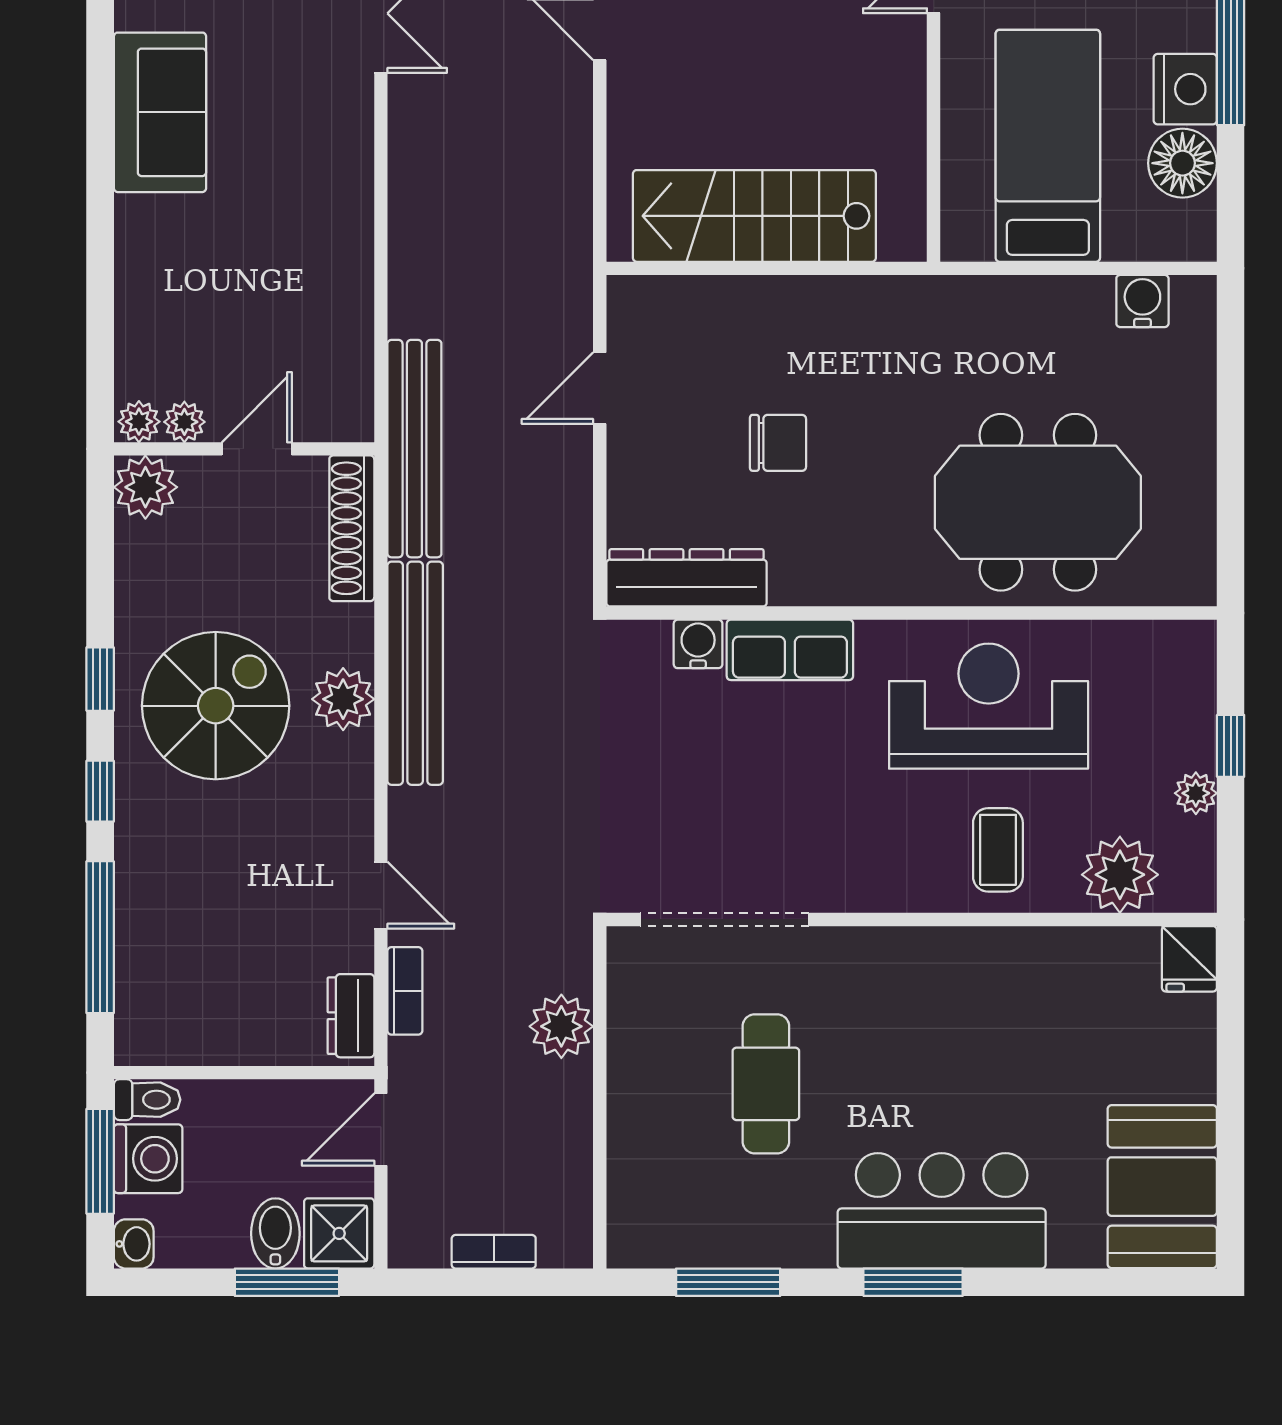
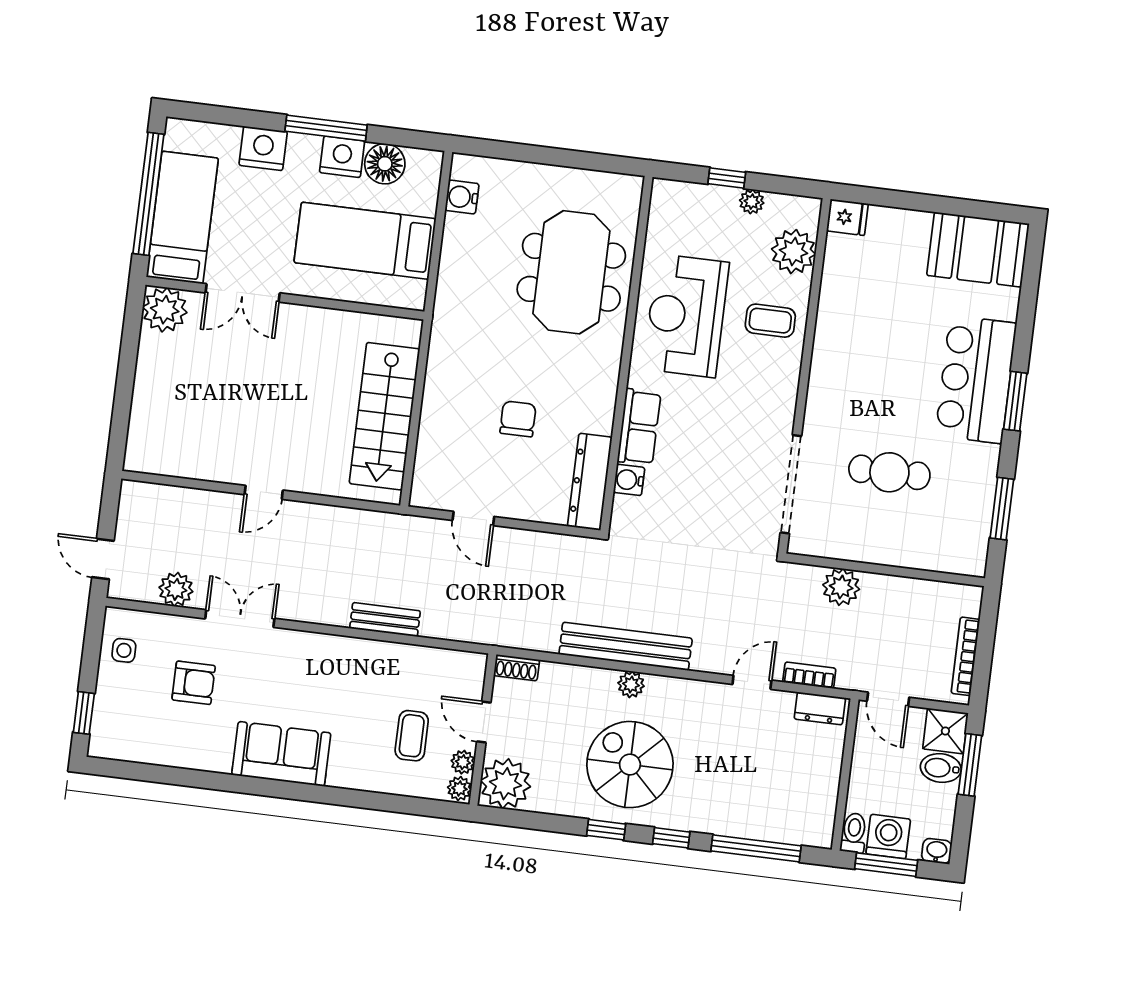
coffee table: (218, 330) -> (412, 736), added
bench: (414, 449) -> (385, 620), moved, width x0.54, depth x0.82
plant: (145, 487) -> (505, 784), width x1.36, depth x1.36
shoe rack: (352, 528) -> (517, 668), width x0.51, depth x0.81
plant: (343, 699) -> (631, 684), width x0.73, depth x0.73
bookcase: (494, 1252) -> (965, 656), width x1.56

